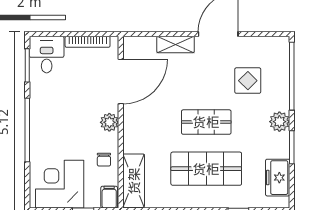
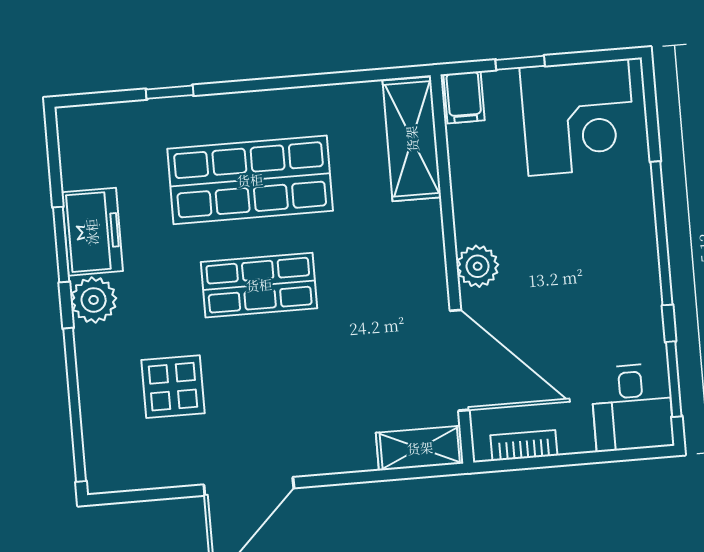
bookcase: (88, 42) -> (524, 445), width x0.64
shelving: (176, 44) -> (420, 448), moved
door: (121, 82) -> (460, 360), swing flipped
chair: (104, 160) -> (483, 181), removed
freezer: (278, 178) -> (92, 232), moved

